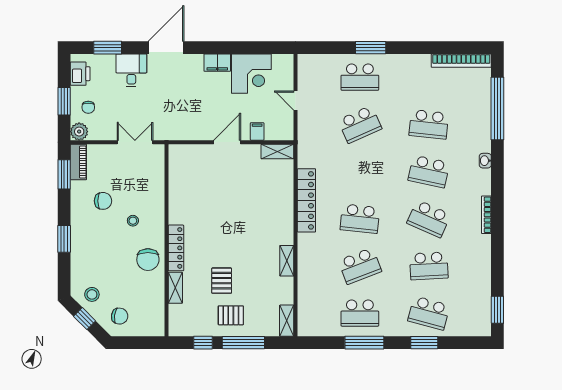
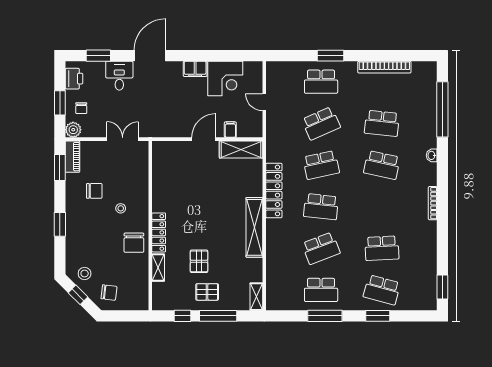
bookcase: (461, 61) -> (384, 67), moved
shelving: (277, 151) -> (241, 149), width x1.50, depth x1.33
school desk: (429, 219) -> (321, 165), moved, turned -36
shelving: (287, 261) -> (254, 227), width x2.20, depth x1.33

